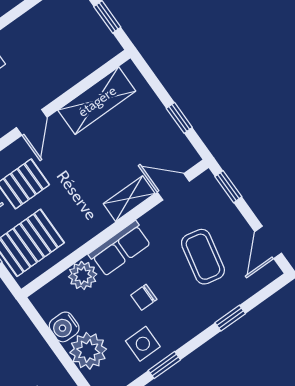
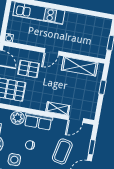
window: (179, 118) -> (103, 87), moved
door: (173, 187) -> (76, 119), swing flipped
window: (228, 187) -> (92, 147), moved

